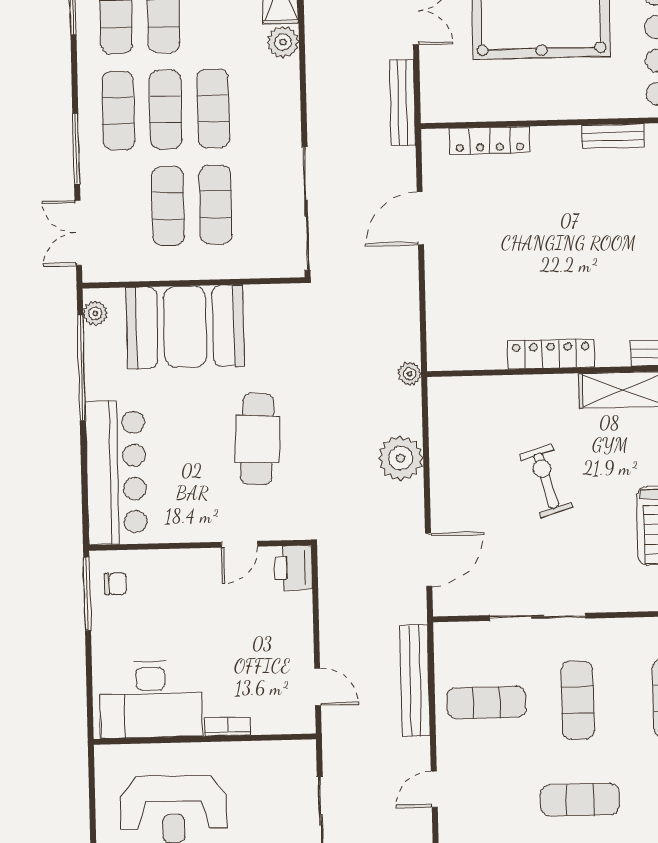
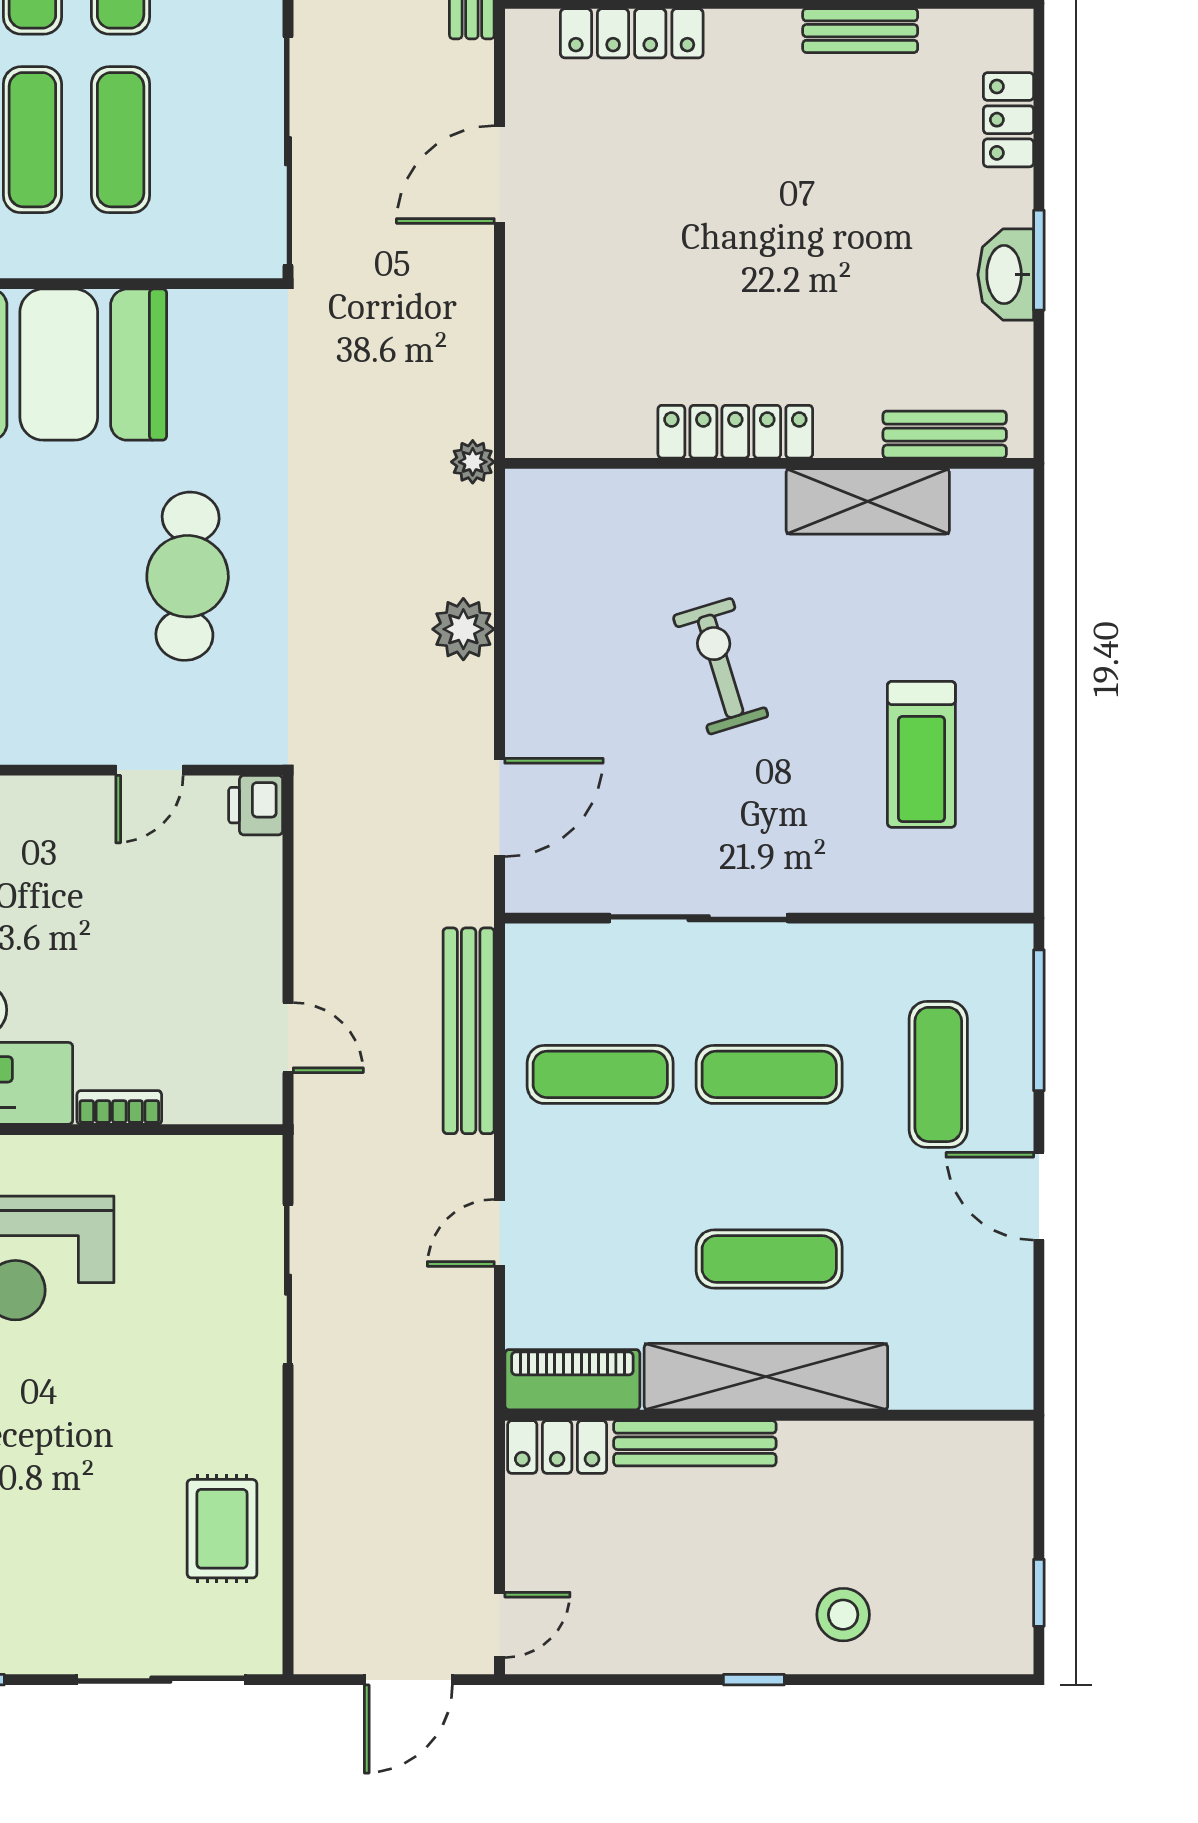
plant: (401, 458) -> (463, 629), width x0.73, depth x0.73
printer: (294, 568) -> (256, 805), width x0.73, depth x0.81
exercise mat: (578, 700) -> (769, 1074), turned 90

